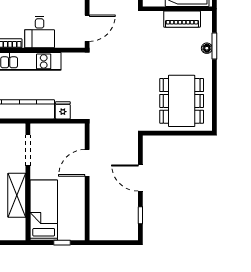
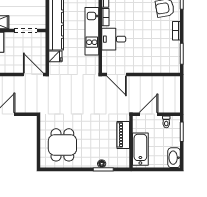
piano: (182, 19) -> (123, 135), moved
dining table: (182, 101) -> (62, 145), width x0.73
door: (87, 163) -> (33, 75), moved

